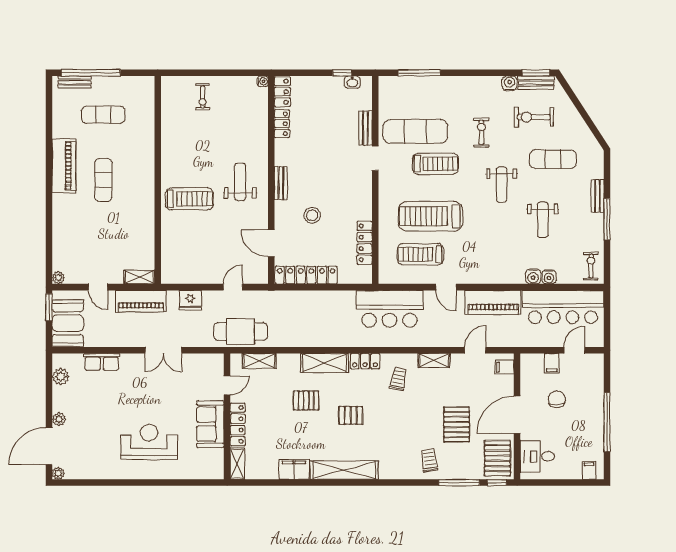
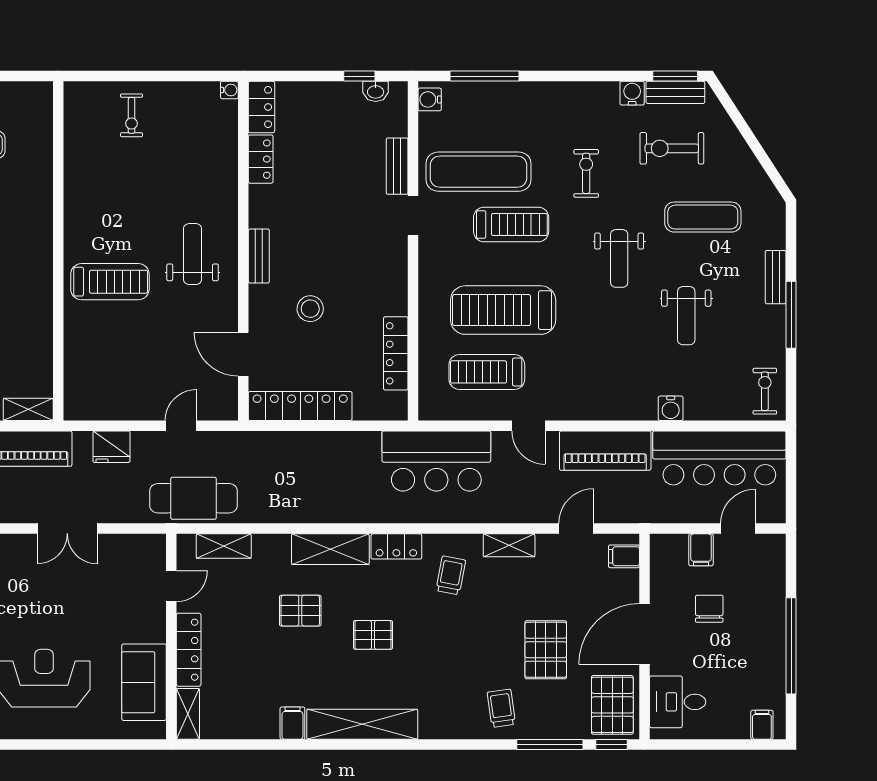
water cooler: (549, 277) -> (430, 99), moved, turned 90
sofa: (210, 424) -> (144, 682), moved
filing cabinet: (294, 469) -> (292, 723), width x0.50

